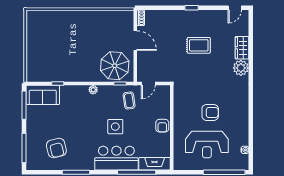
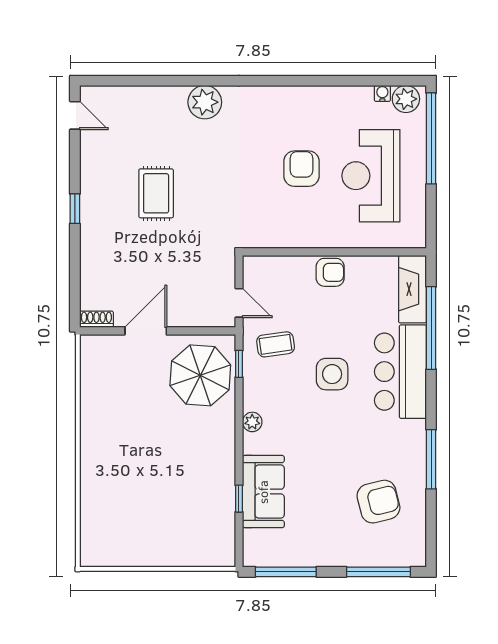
wardrobe: (242, 48) -> (161, 100), removed
sofa: (43, 95) -> (263, 492), moved
reception desk: (207, 145) -> (371, 176), turned 180
plant: (242, 161) -> (406, 99), added

